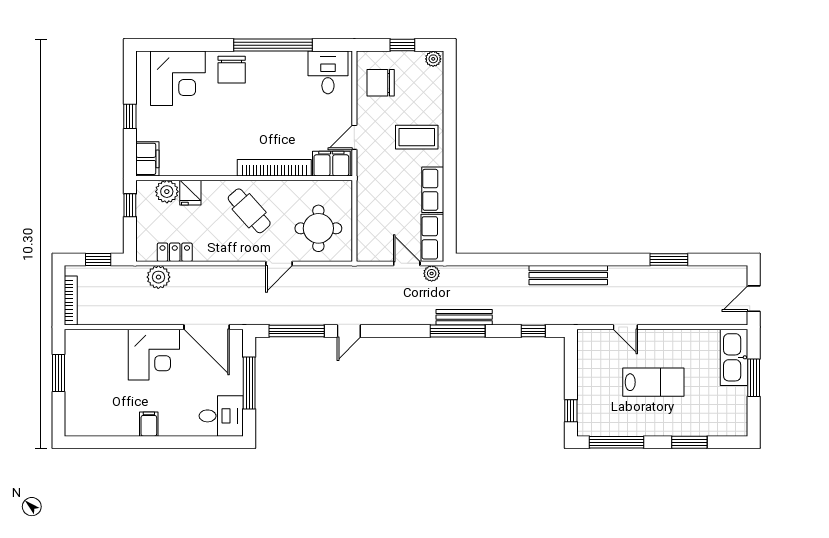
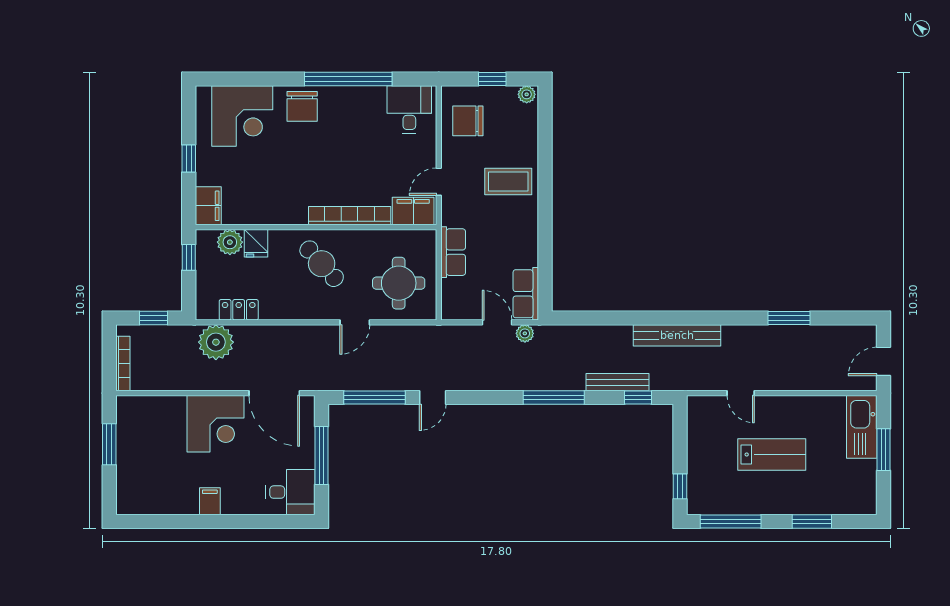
row of seats: (433, 190) -> (453, 252), moved, turned 180
plant: (158, 277) -> (216, 342), width x1.36, depth x1.36
bench: (464, 317) -> (617, 382), moved

